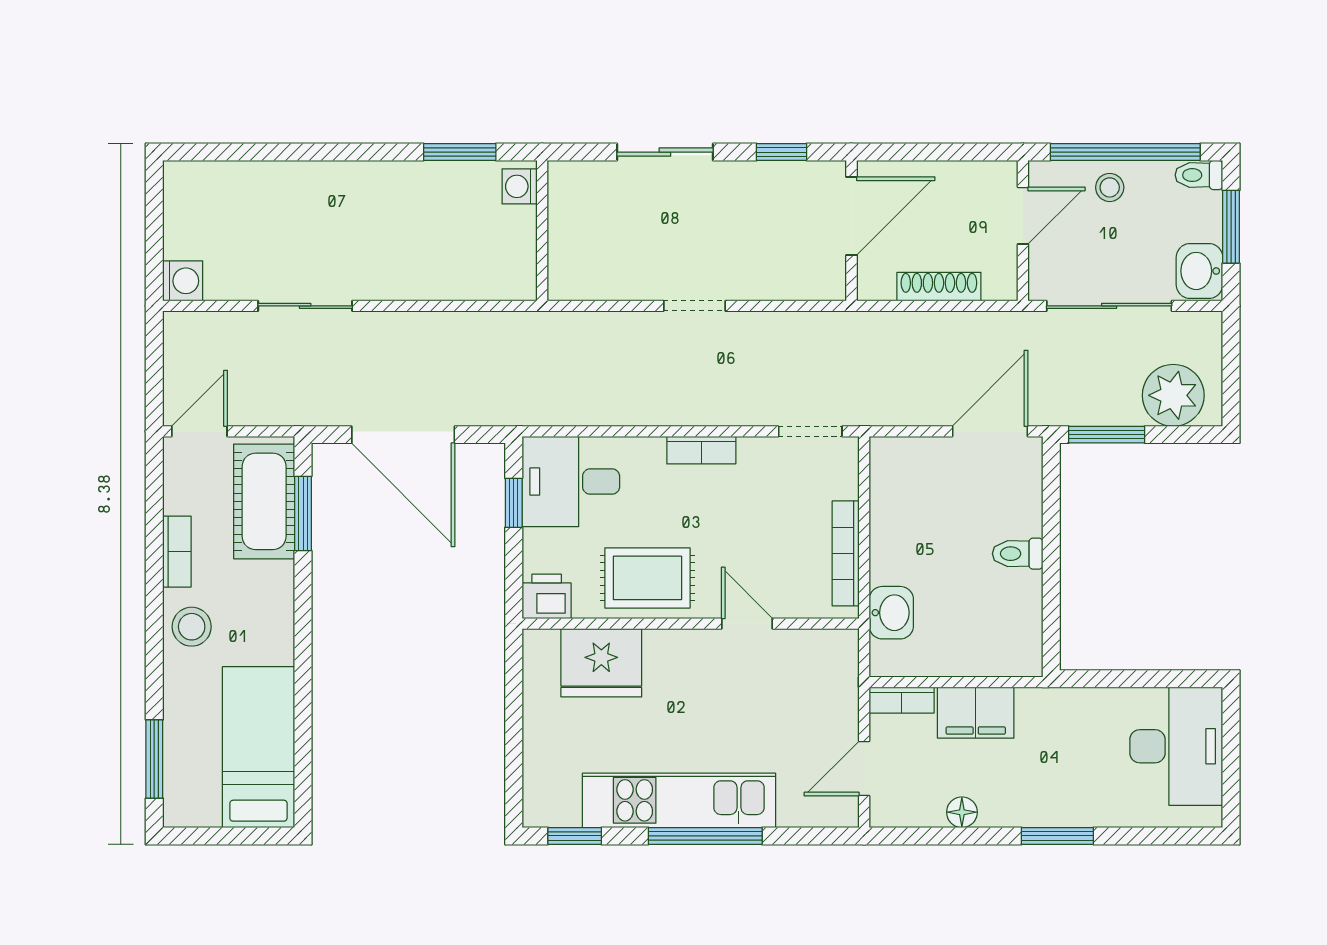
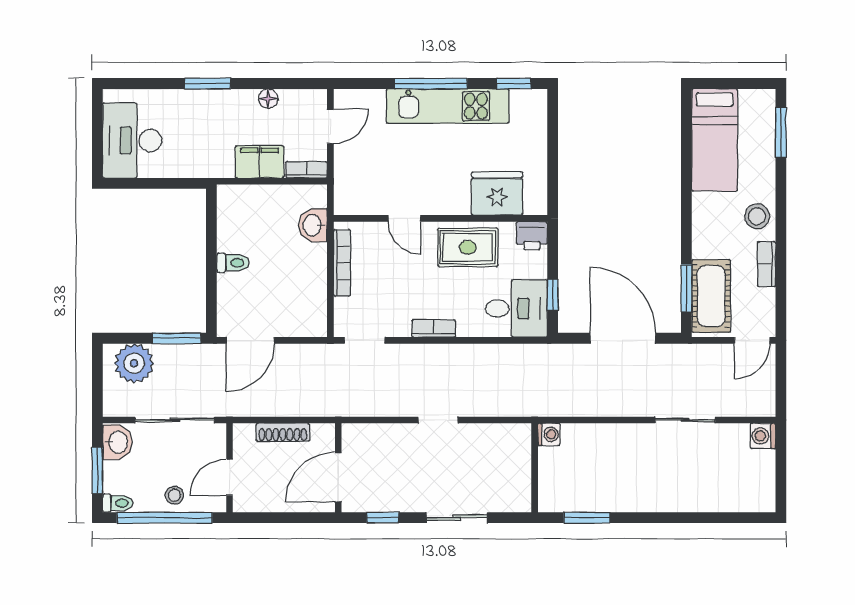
washing machine: (520, 186) -> (549, 434), moved

